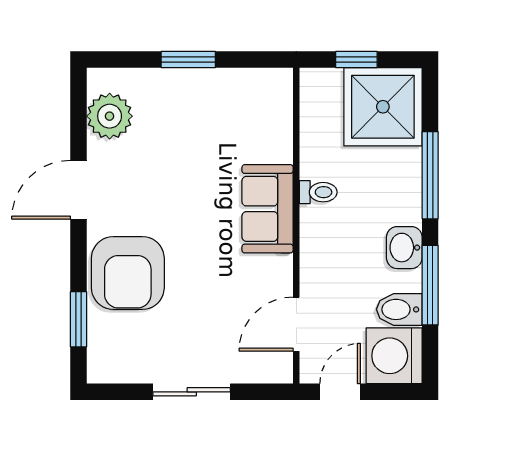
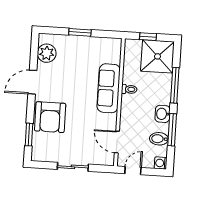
sofa: (268, 209) -> (109, 88), width x1.36
door: (296, 324) -> (117, 142), hinge flipped
washing machine: (394, 356) -> (161, 163), width x0.53, depth x0.53

